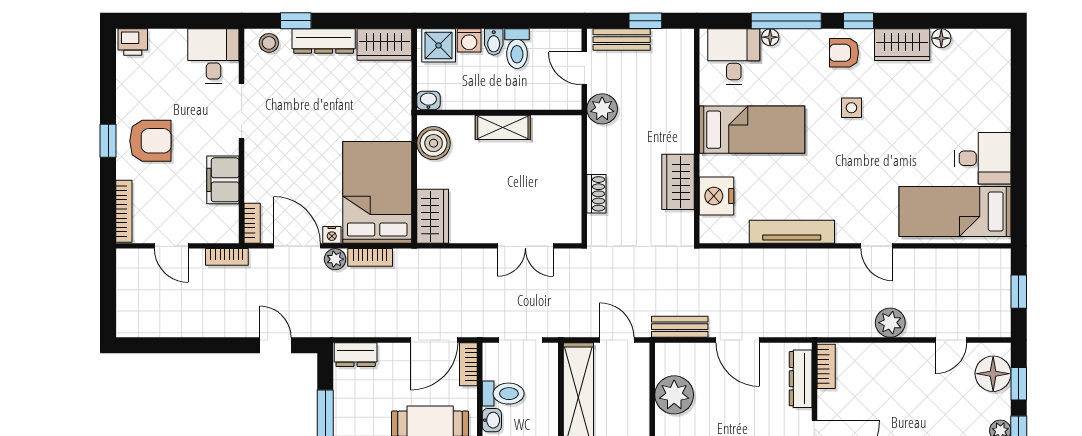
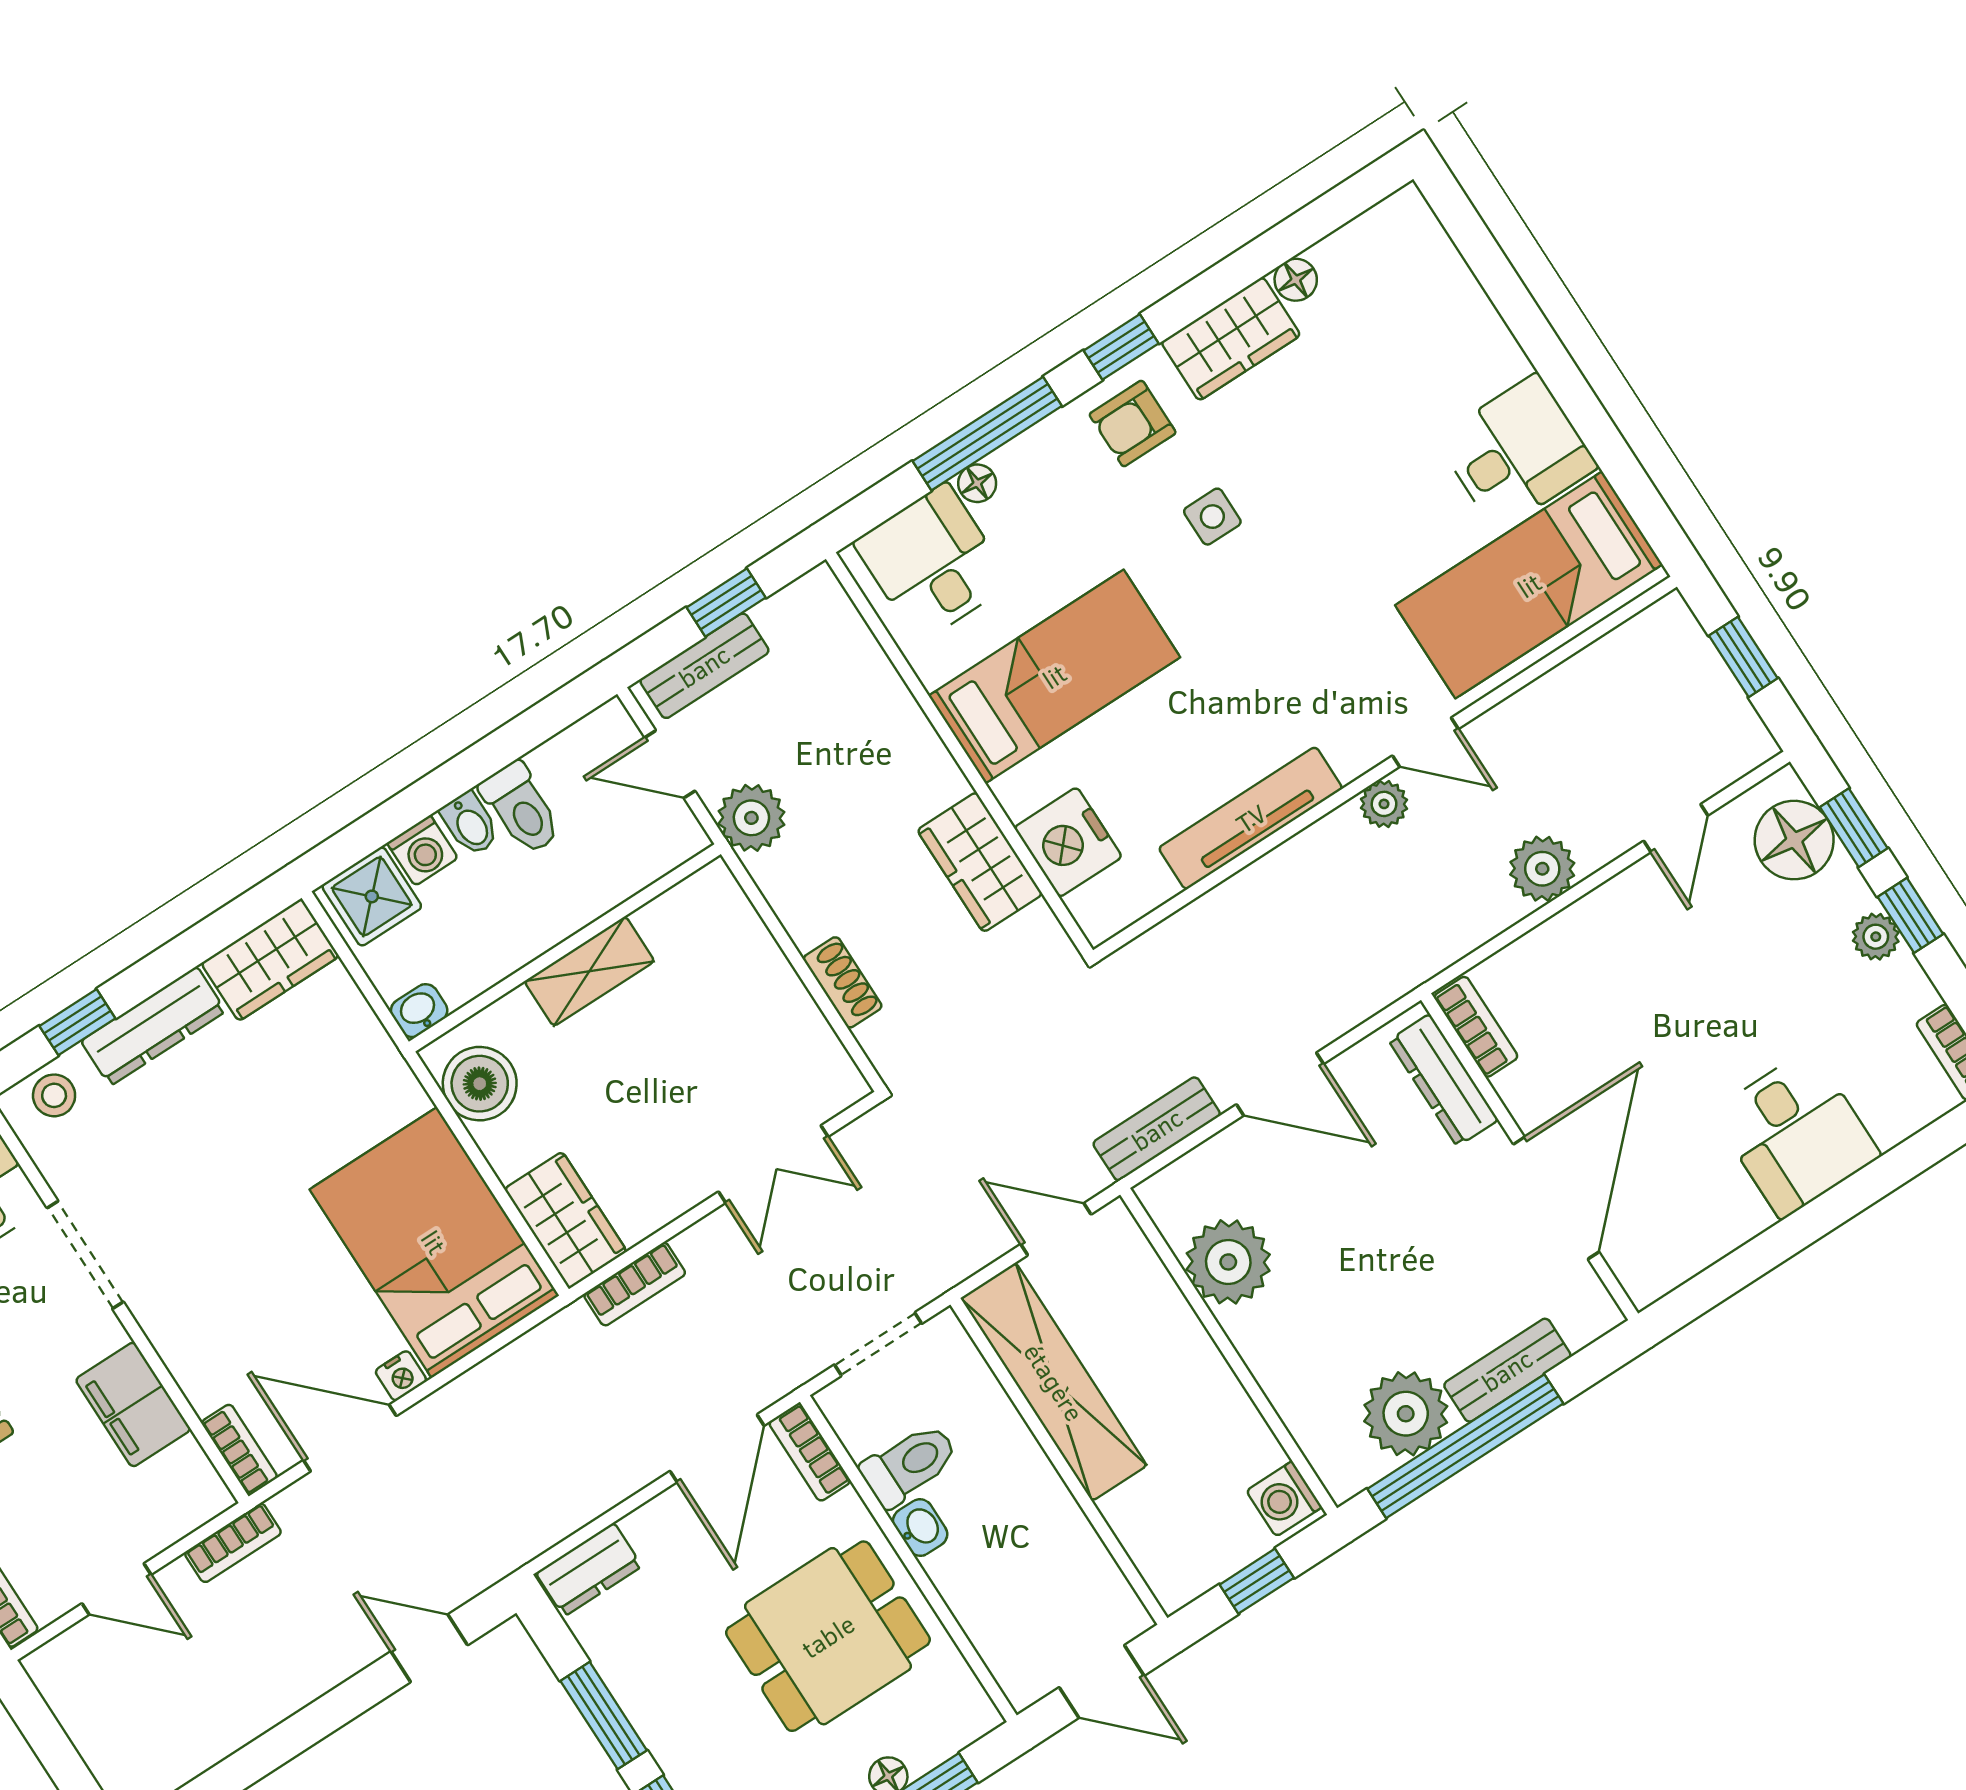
bookcase: (370, 257) -> (635, 1284), moved
plant: (335, 259) -> (1384, 804), moved

